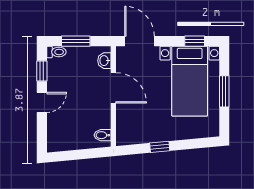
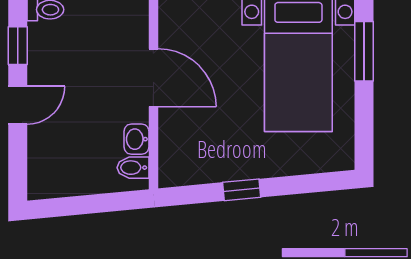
washbasin: (104, 61) -> (136, 139), moved
window: (224, 91) -> (364, 51), moved

